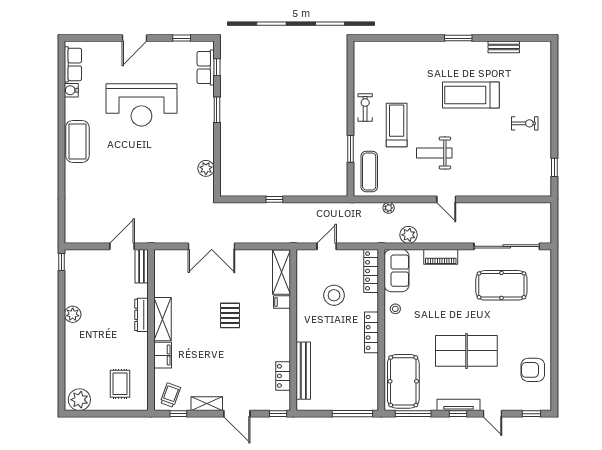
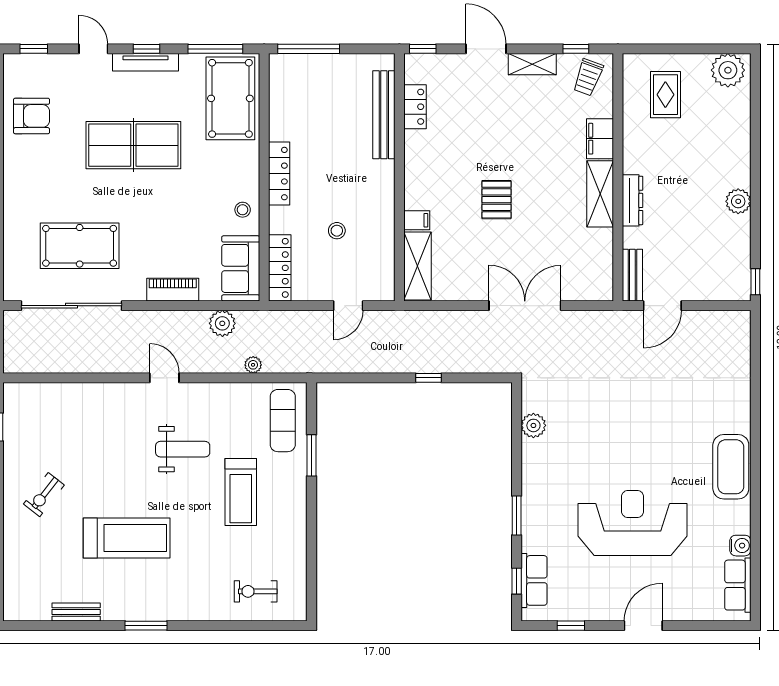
exercise bike: (365, 108) -> (256, 591), moved, turned 90
exercise bike: (525, 123) -> (44, 495), turned -52
stool: (334, 295) -> (337, 231), width x0.53, depth x0.53

